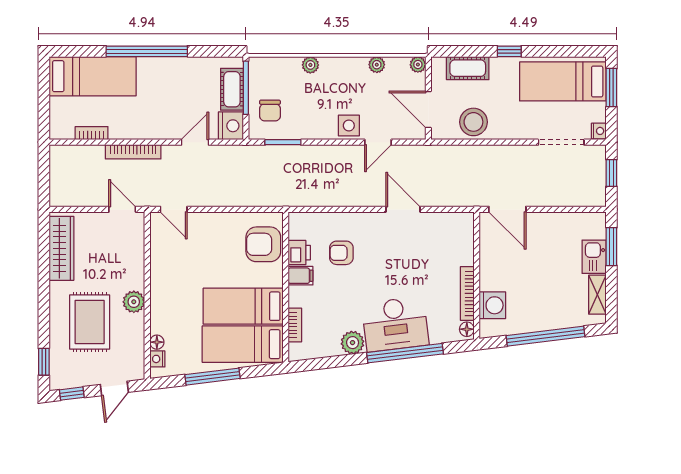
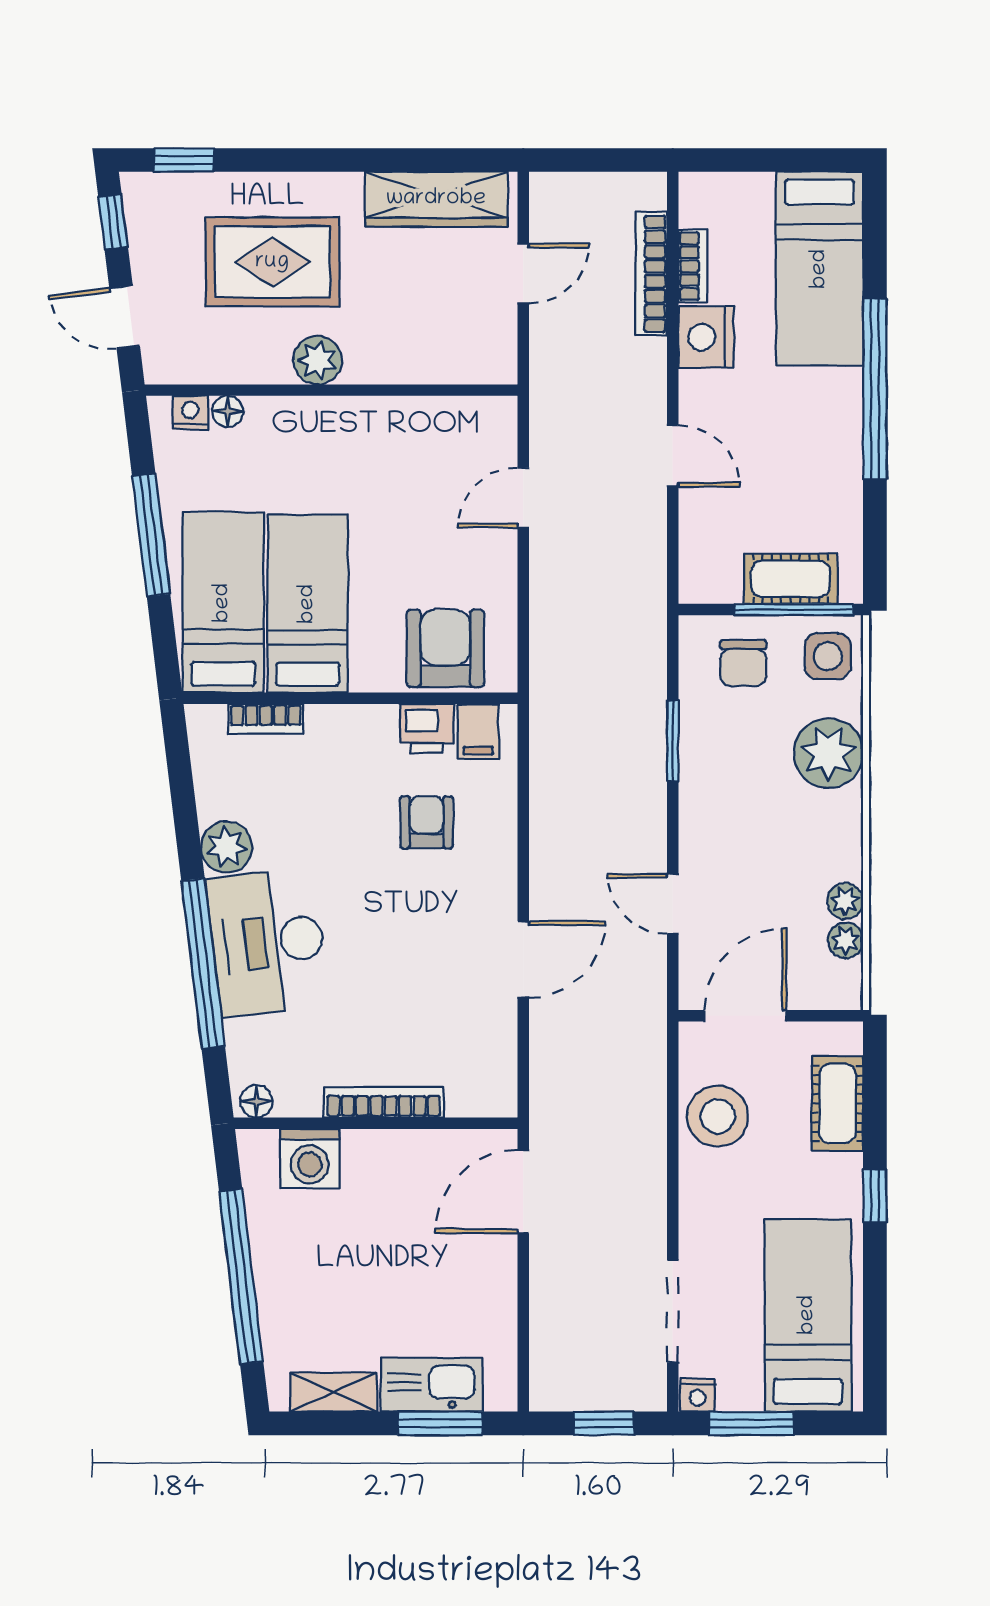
plant: (310, 65) -> (828, 753), width x1.88, depth x1.88
plant: (418, 65) -> (846, 940), moved
window: (611, 88) -> (751, 1423), moved
chair: (270, 111) -> (743, 663), turned -90
nightstand: (231, 126) -> (706, 337), moved, turned 90
side table: (349, 126) -> (828, 656), moved
door: (195, 142) -> (673, 456), moved
window: (283, 142) -> (673, 741), moved
bookcase: (133, 152) -> (651, 274), moved
door: (122, 209) -> (523, 273), moved
door: (174, 209) -> (523, 498), moved
kitchen sink: (594, 257) -> (432, 1385), width x1.38
filing cabinet: (301, 276) -> (478, 731), moved
bookcase: (467, 293) -> (384, 1102), moved

